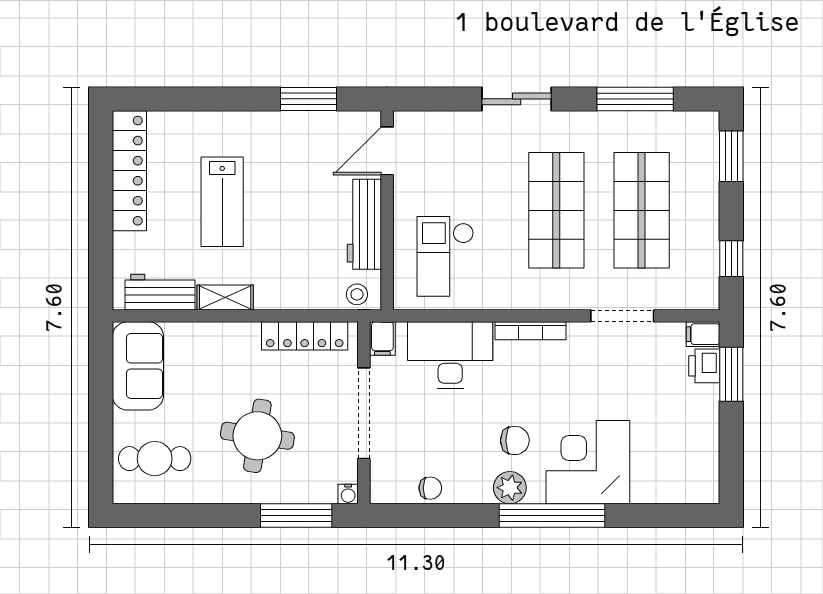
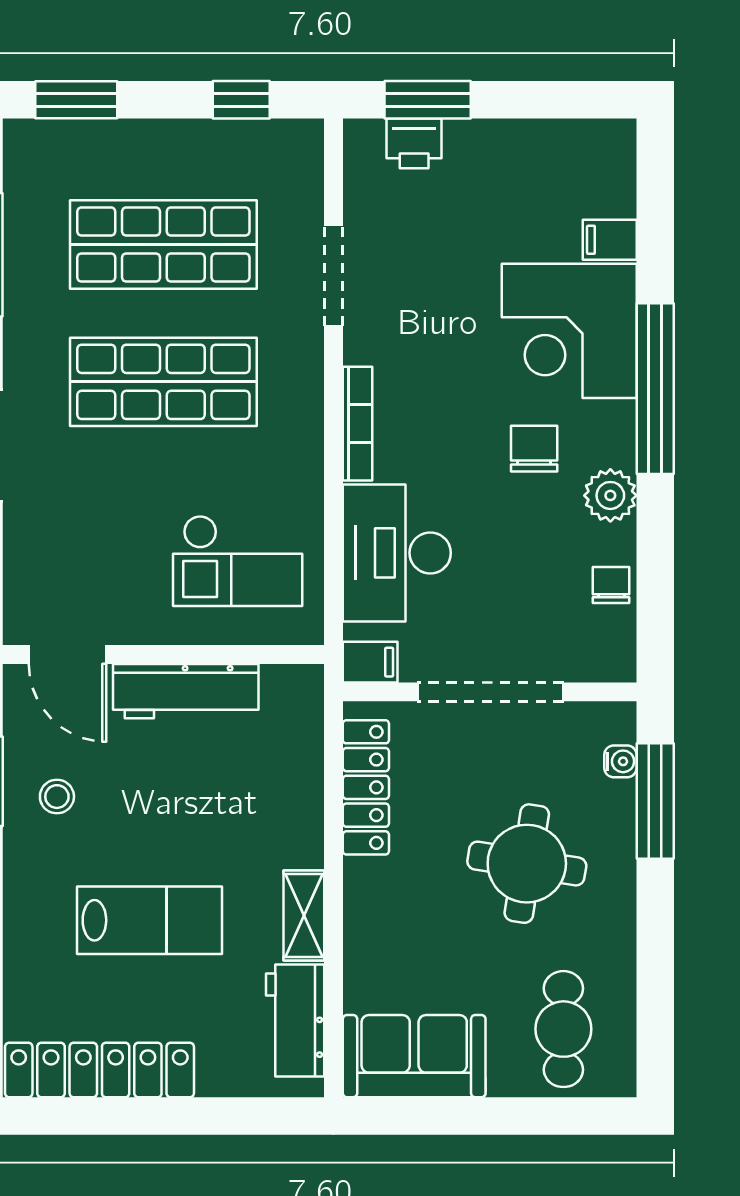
stool: (357, 294) -> (57, 797), moved
filing cabinet: (703, 334) -> (610, 240), moved, turned 90
plant: (510, 488) -> (610, 495), moved
water cooler: (348, 494) -> (620, 761), moved

